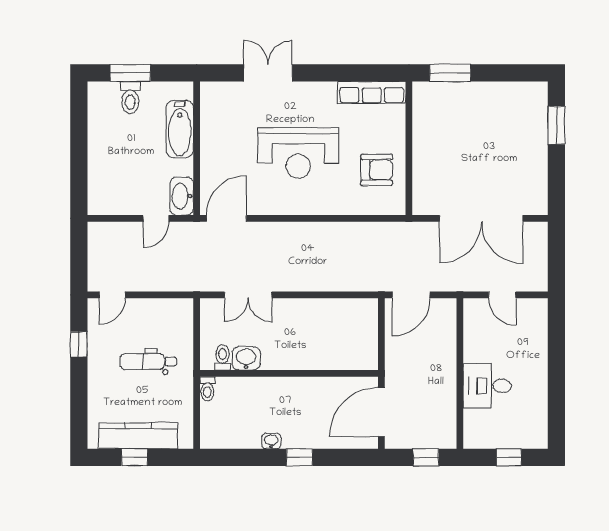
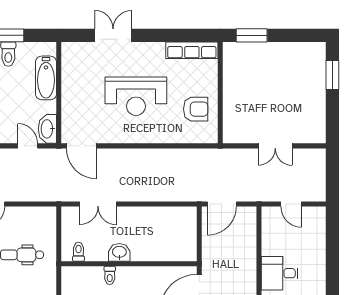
door: (156, 218) -> (28, 146), swing flipped
door: (226, 218) -> (81, 146), swing flipped
double door: (481, 218) -> (275, 146), width x0.54
washbasin: (246, 358) -> (119, 252), moved
toilet: (207, 389) -> (110, 275), moved

